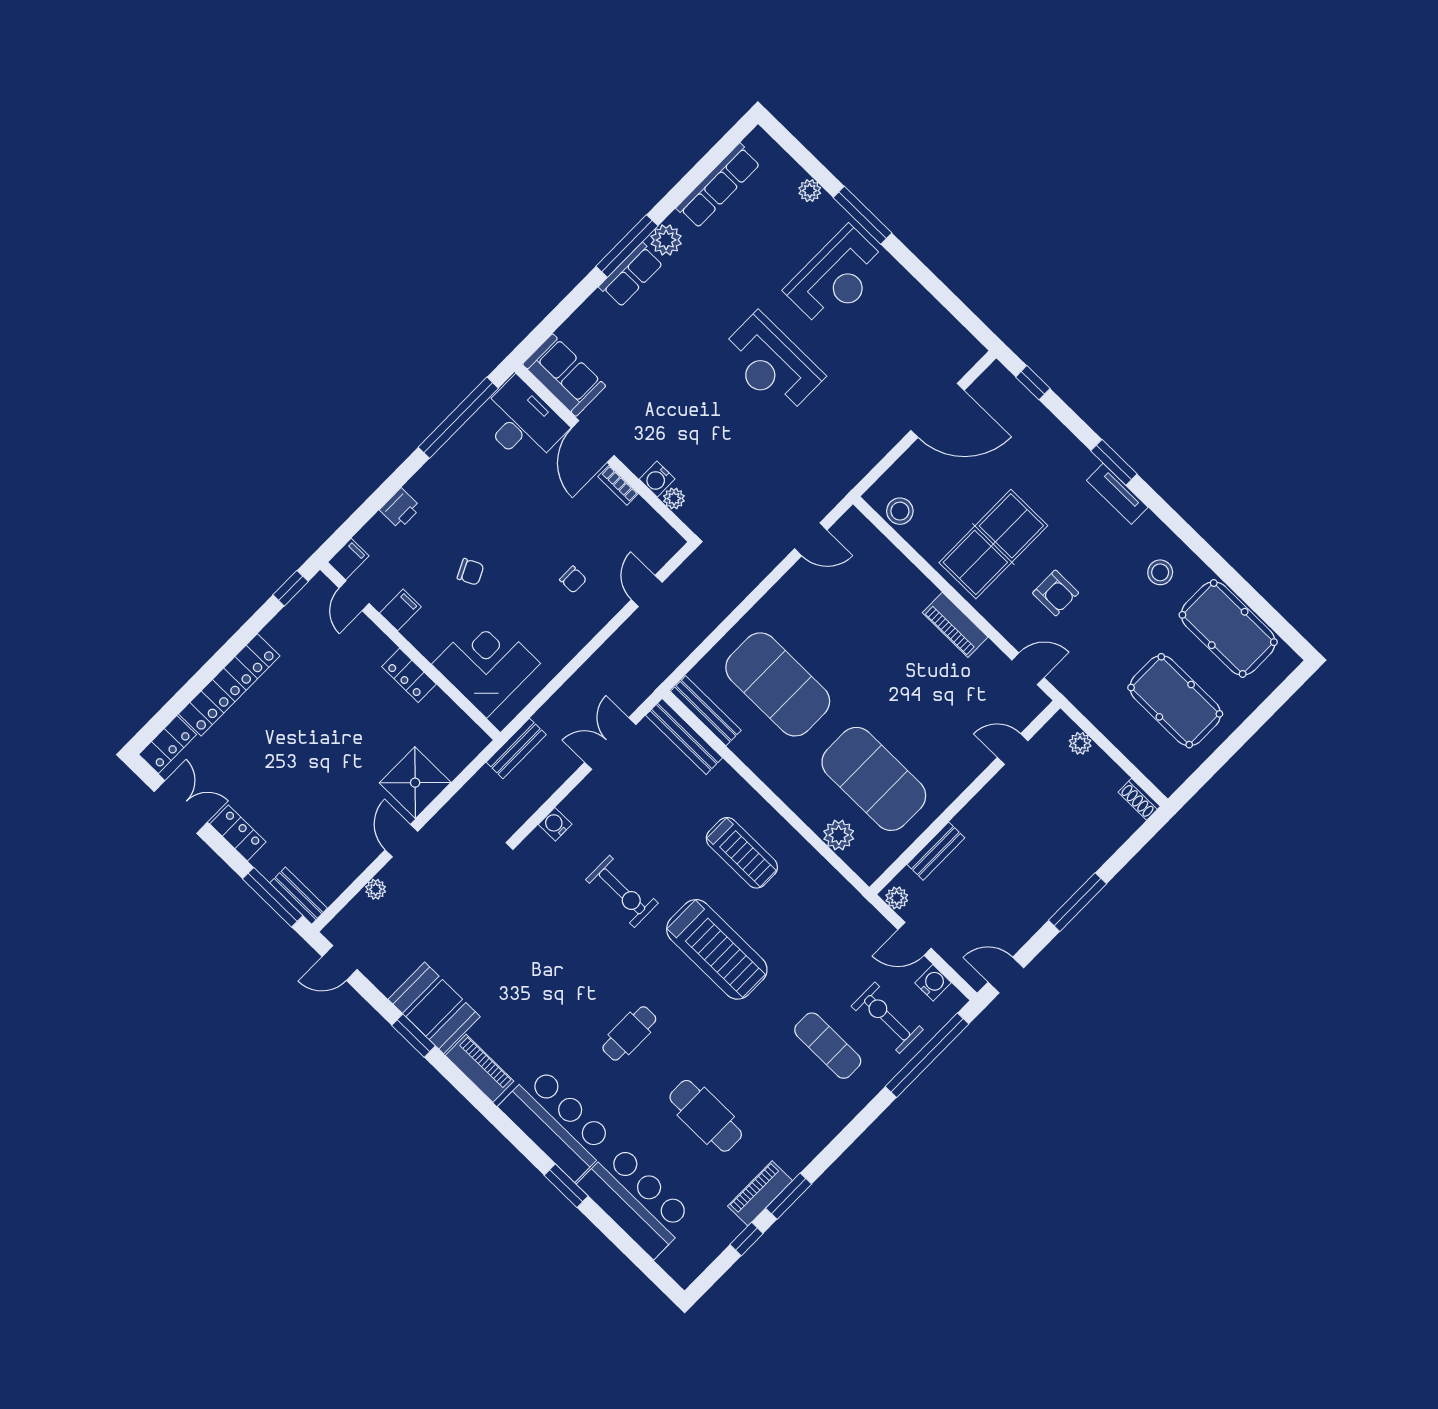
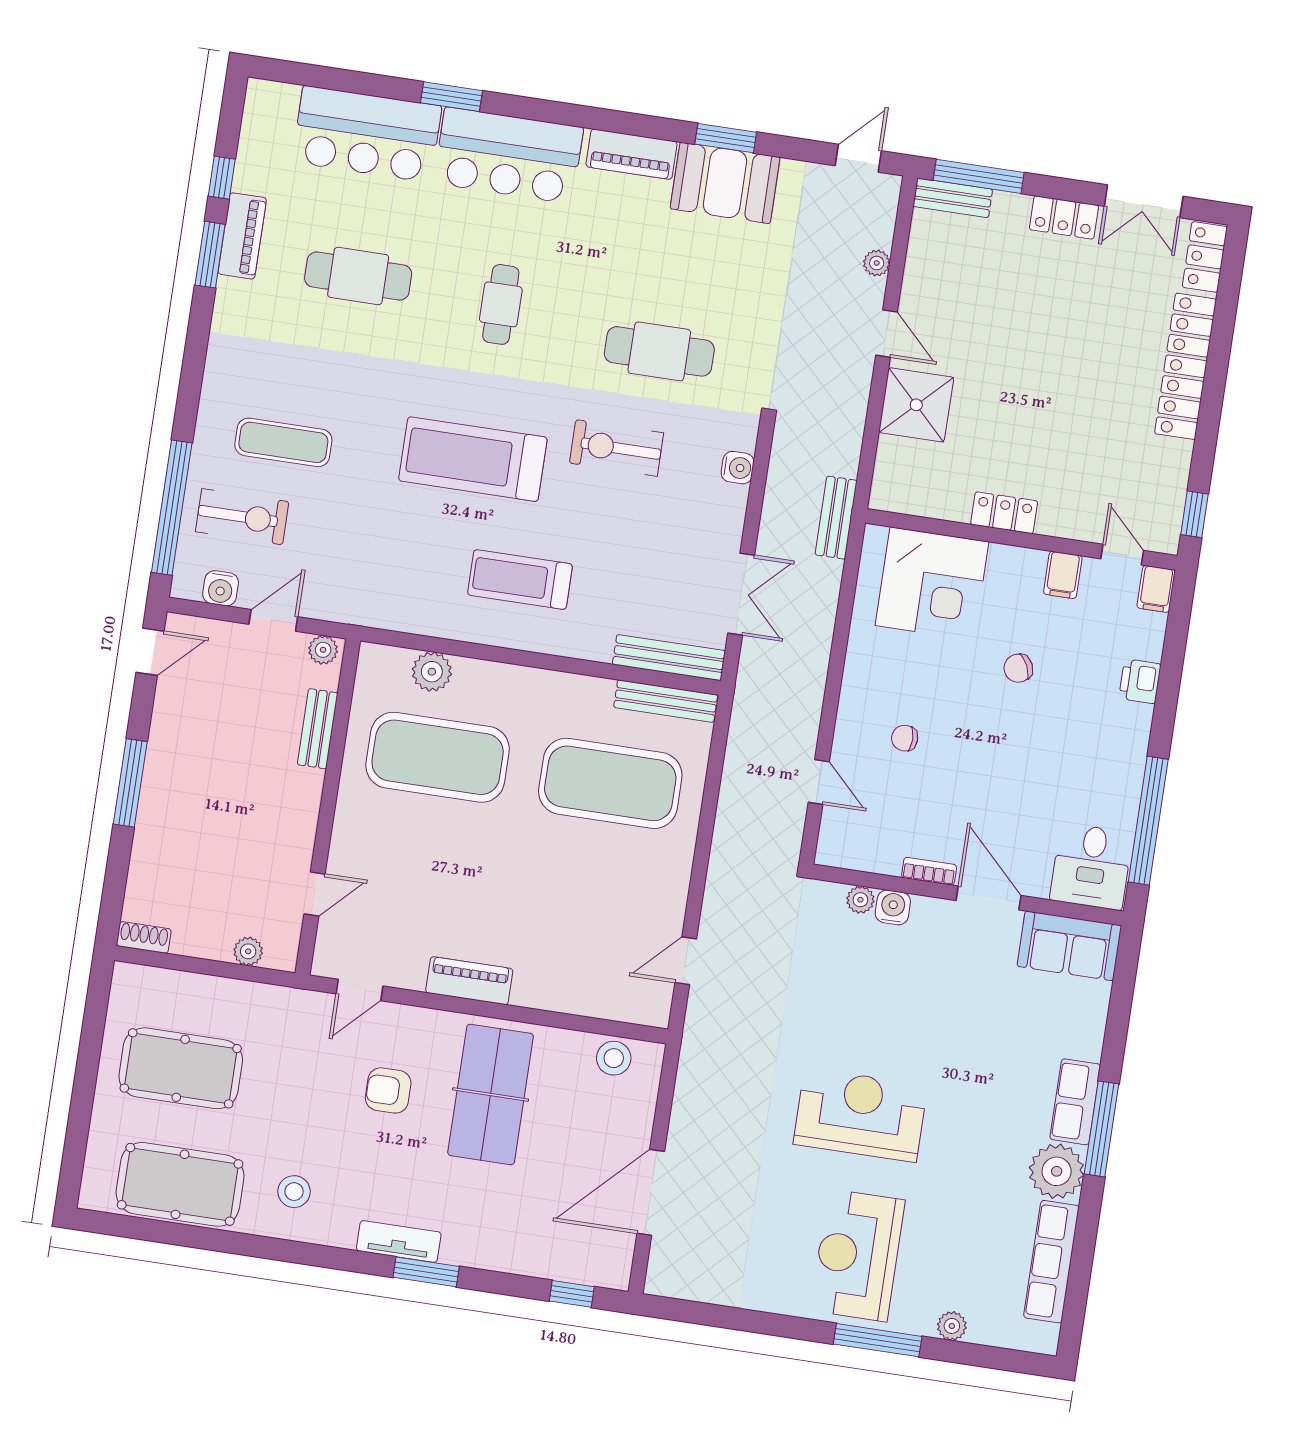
plant: (666, 240) -> (1057, 1171), width x1.36, depth x1.36
desk: (522, 422) -> (1091, 867), width x0.73
cafe table: (552, 932) -> (659, 351), added

